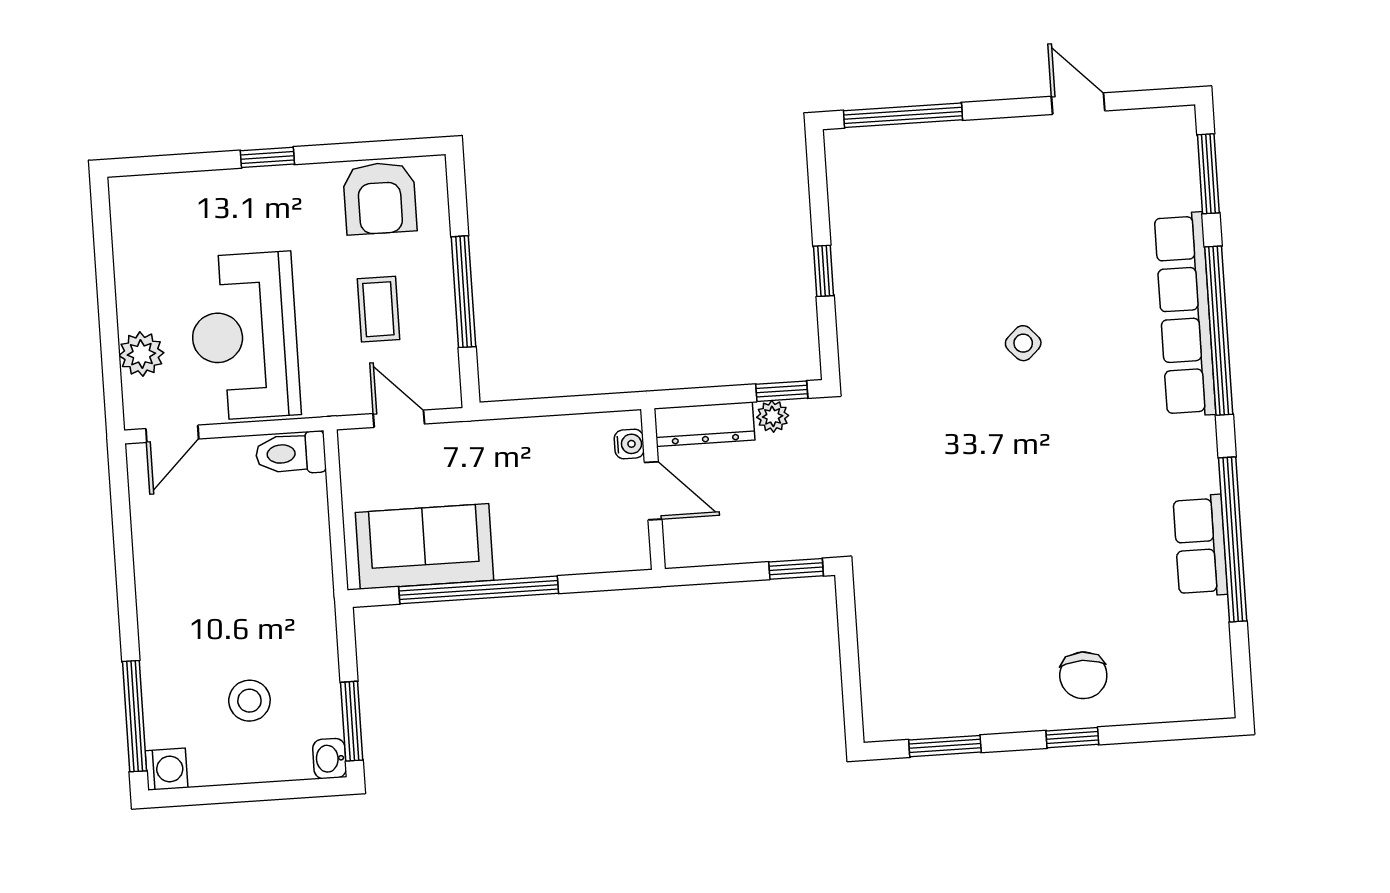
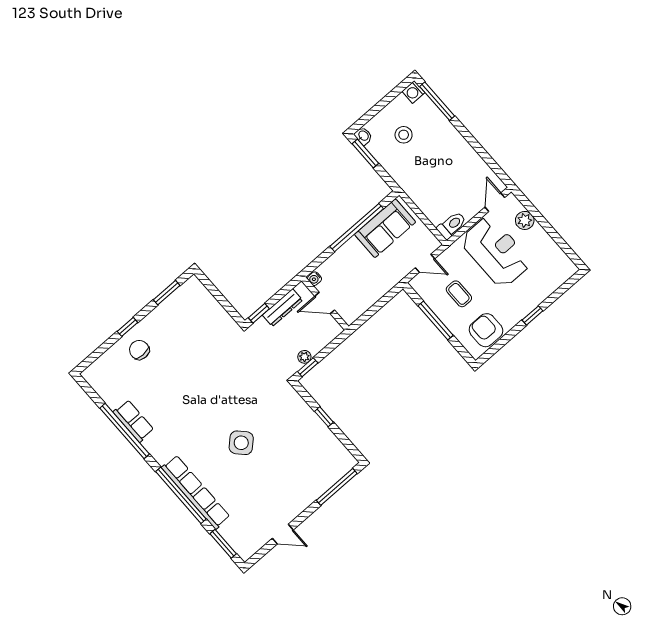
side table: (1023, 343) -> (241, 443), width x1.87, depth x1.87
dresser: (704, 424) -> (283, 308), moved, turned 180
water cooler: (629, 444) -> (315, 279), moved

